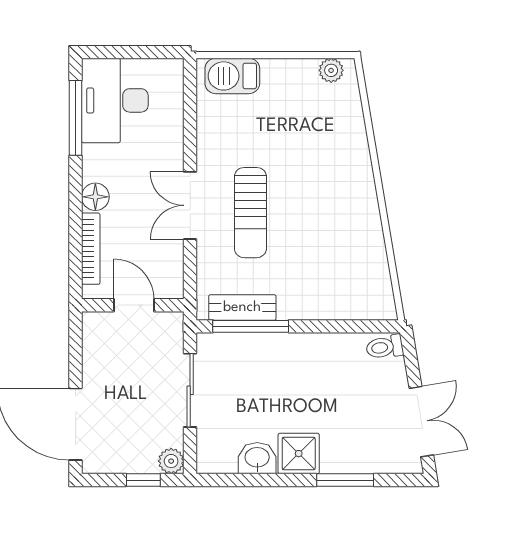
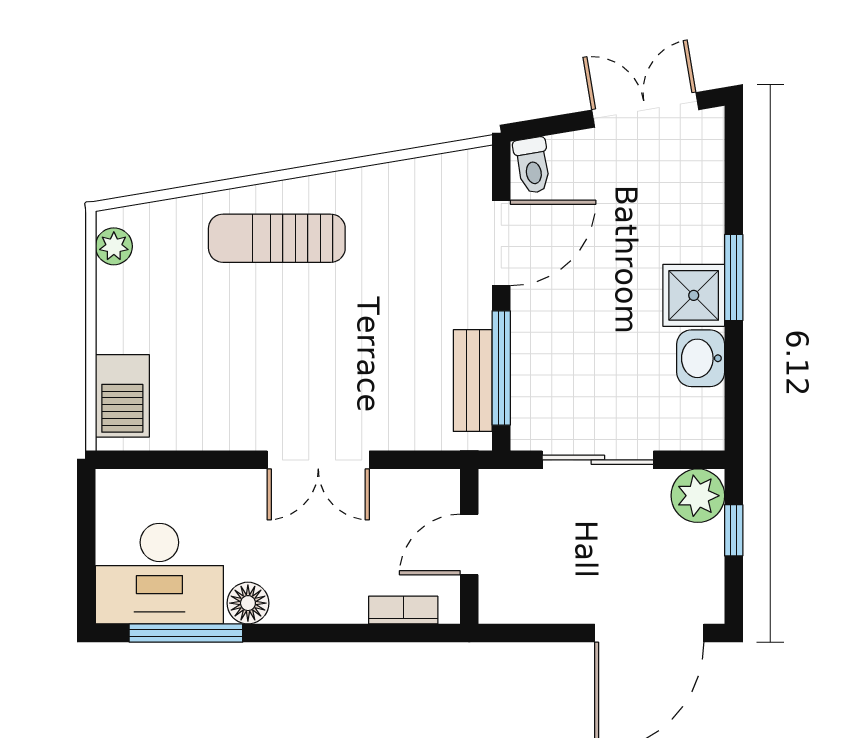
floor lamp: (95, 197) -> (248, 603), moved
sun lounger: (250, 213) -> (277, 238), moved, turned 180
bookcase: (91, 249) -> (403, 610), width x0.64
door: (333, 326) -> (501, 243), added
plant: (171, 461) -> (698, 496), width x1.38, depth x1.38
window: (345, 480) -> (734, 278), moved

